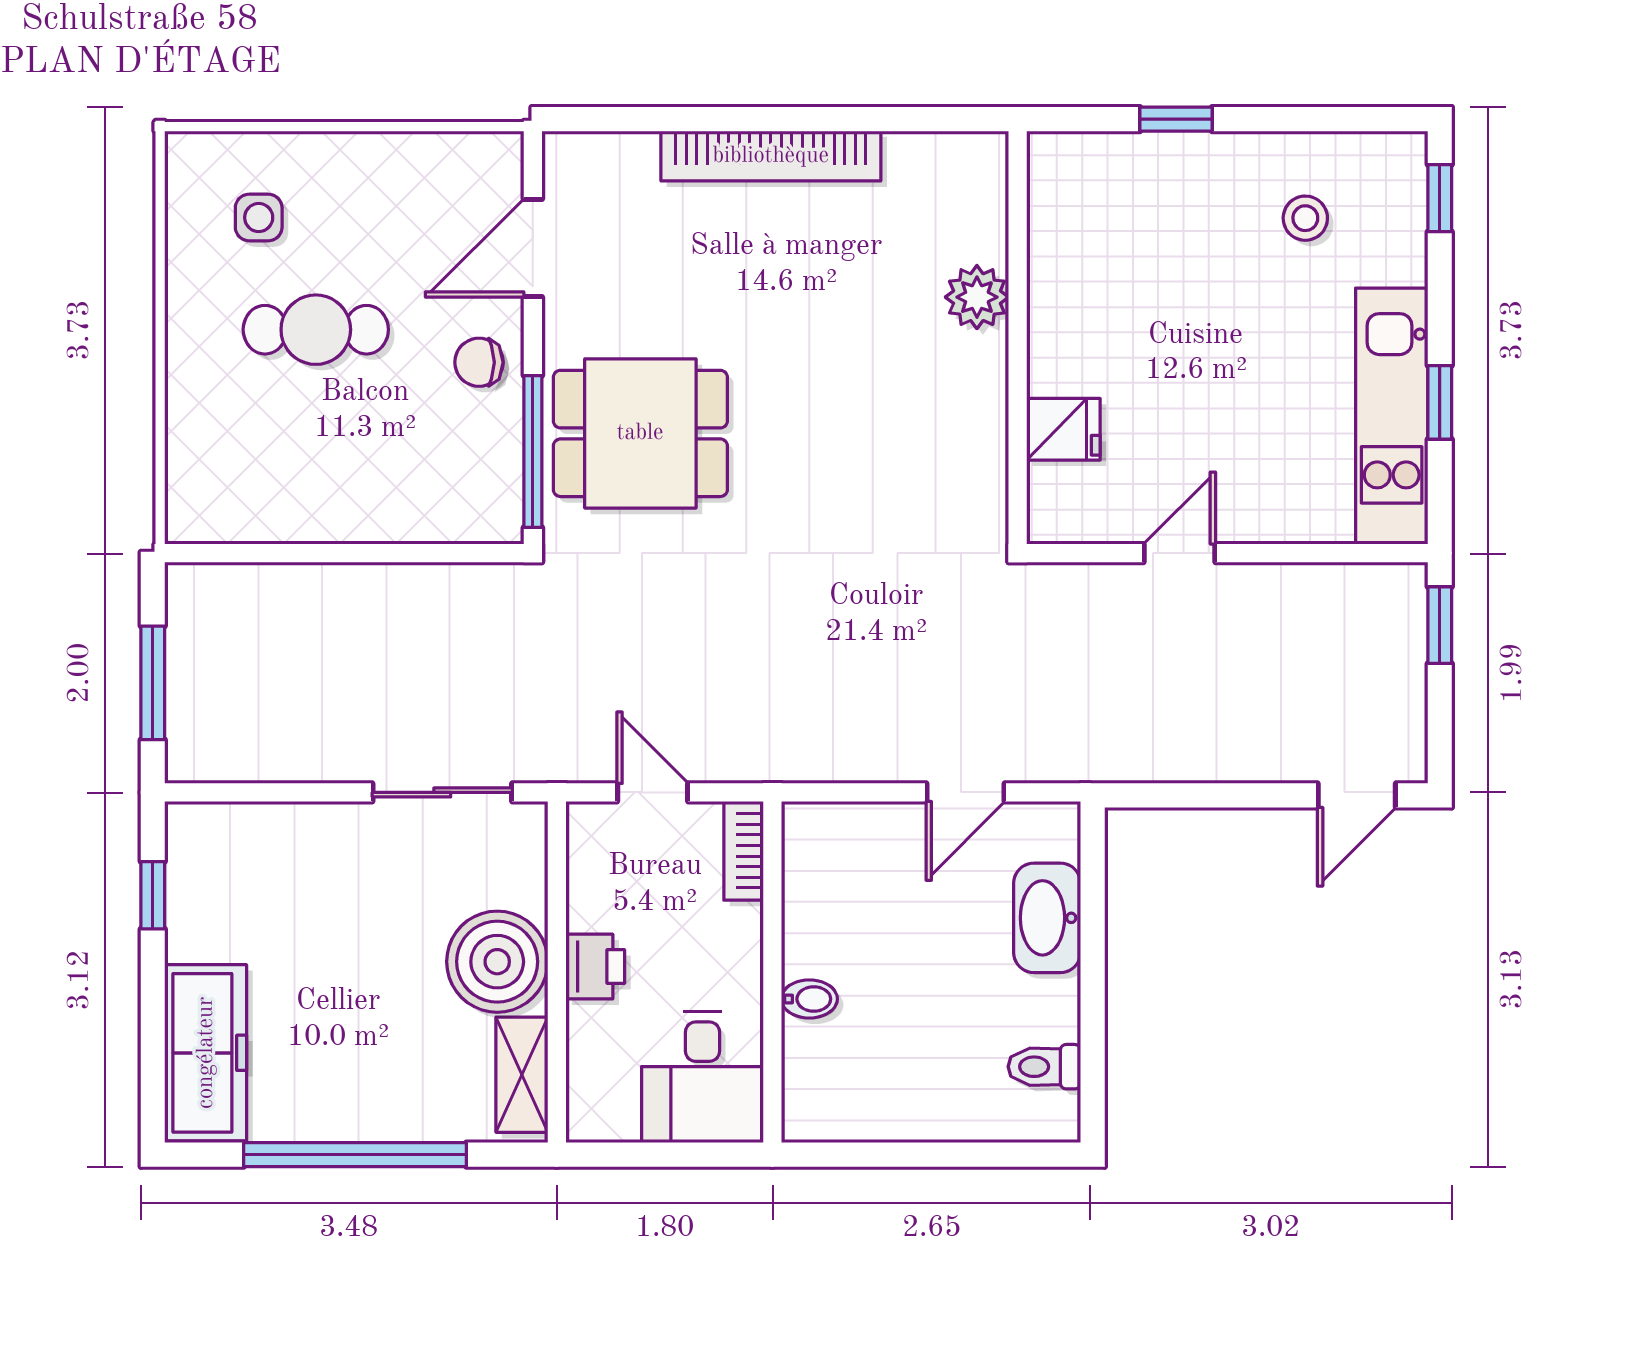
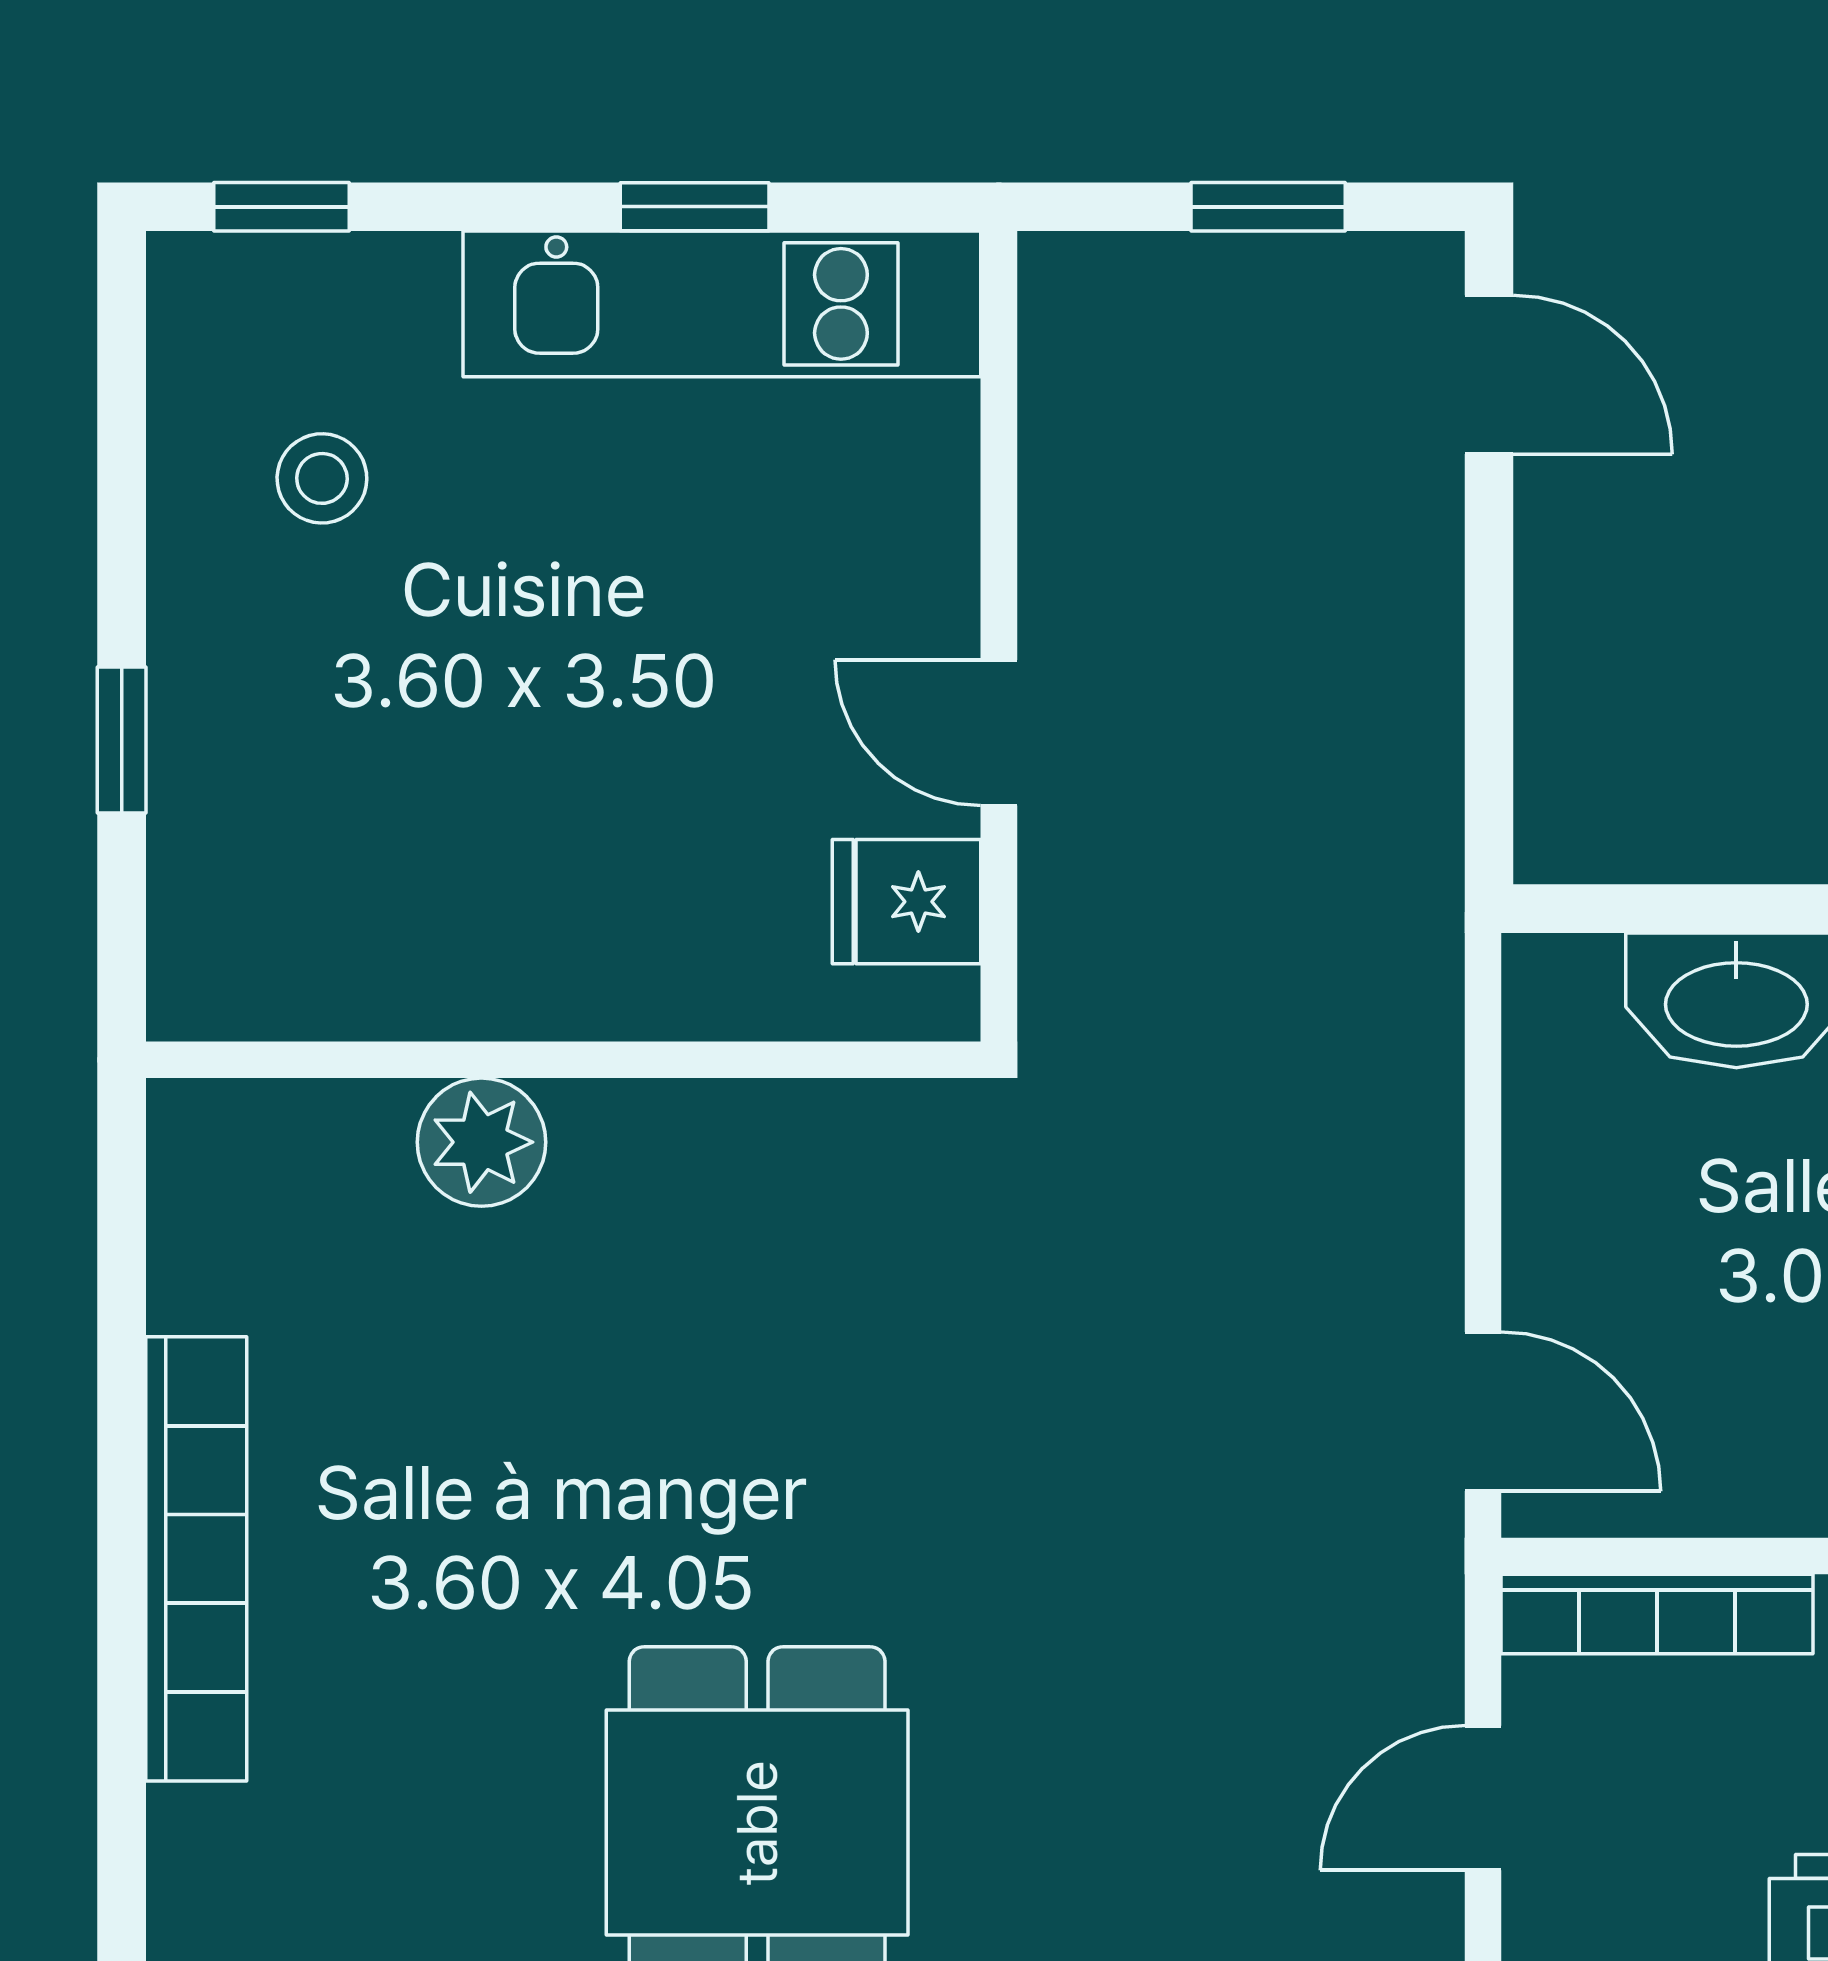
fridge: (1063, 429) -> (907, 902), moved, turned -90
window: (1440, 625) -> (1268, 207), moved
door: (966, 792) -> (1483, 1411), moved
bookcase: (744, 851) -> (1657, 1614), width x1.56

